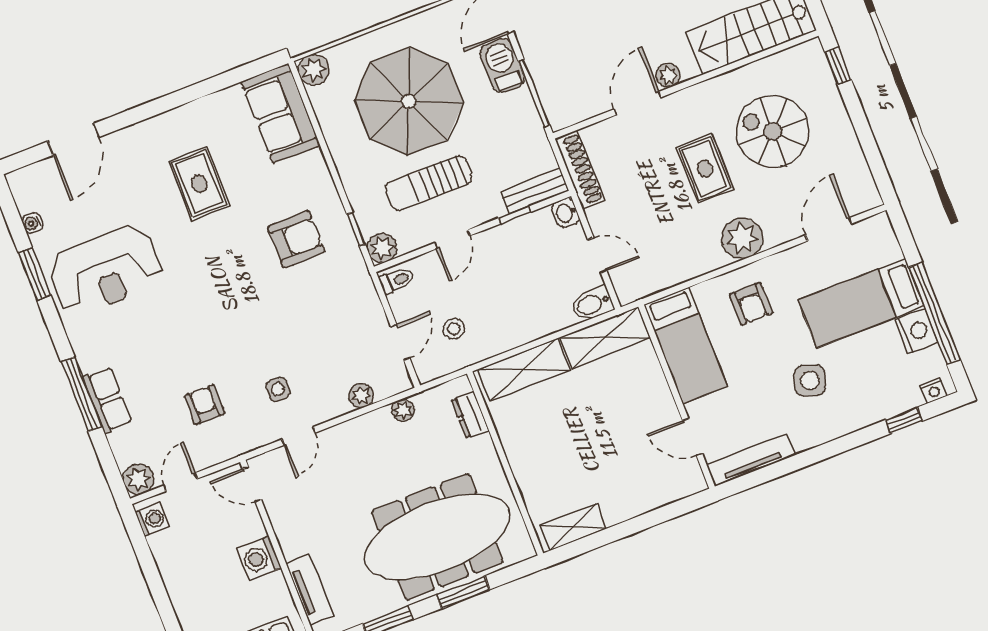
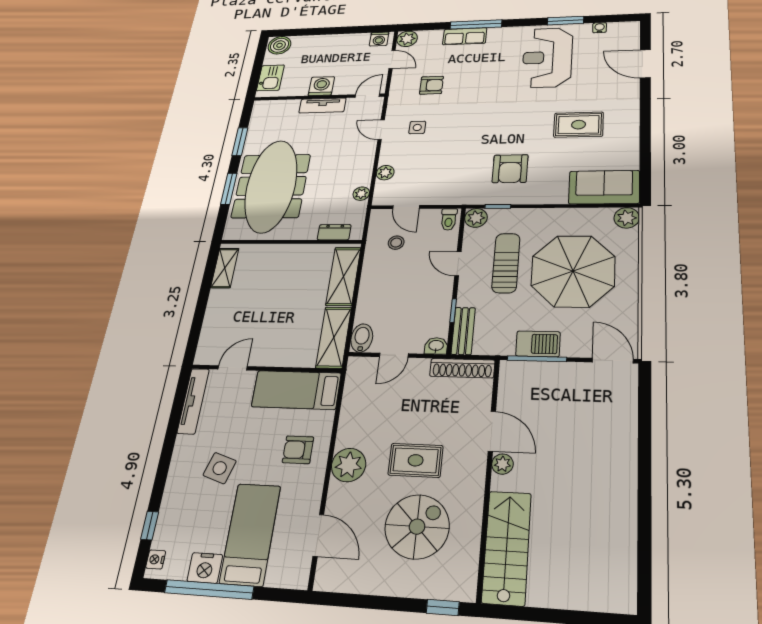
barbecue: (502, 66) -> (538, 344), moved
tv unit: (310, 590) -> (322, 105), moved

